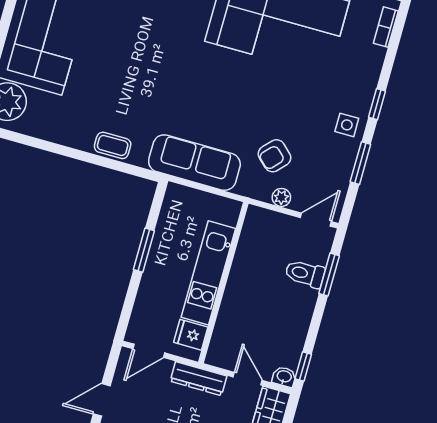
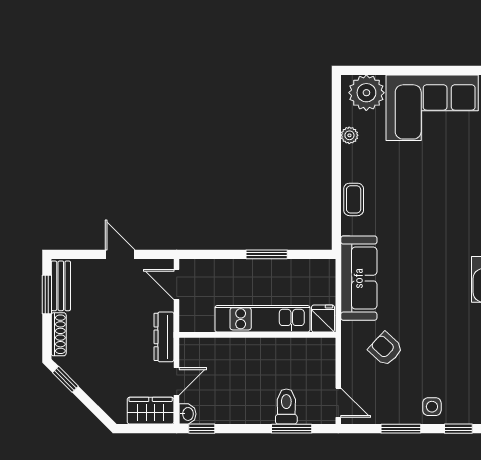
plant: (281, 197) -> (349, 135), moved
fridge: (191, 335) -> (323, 319), moved

